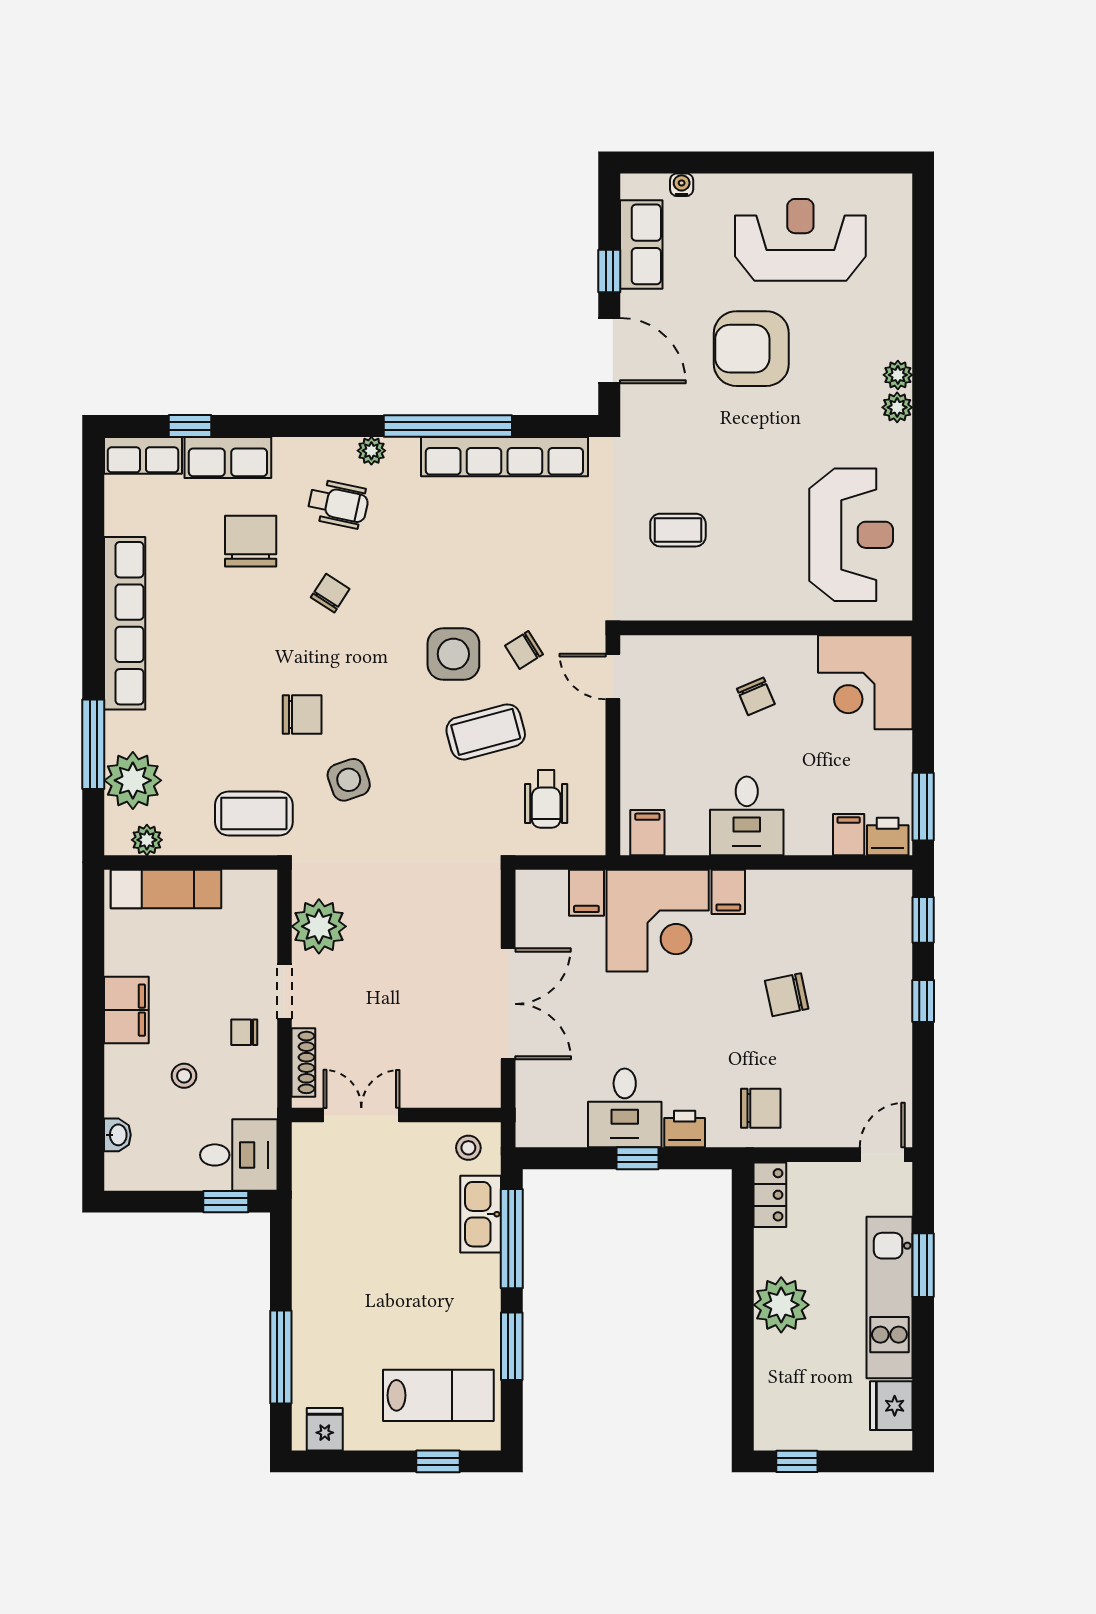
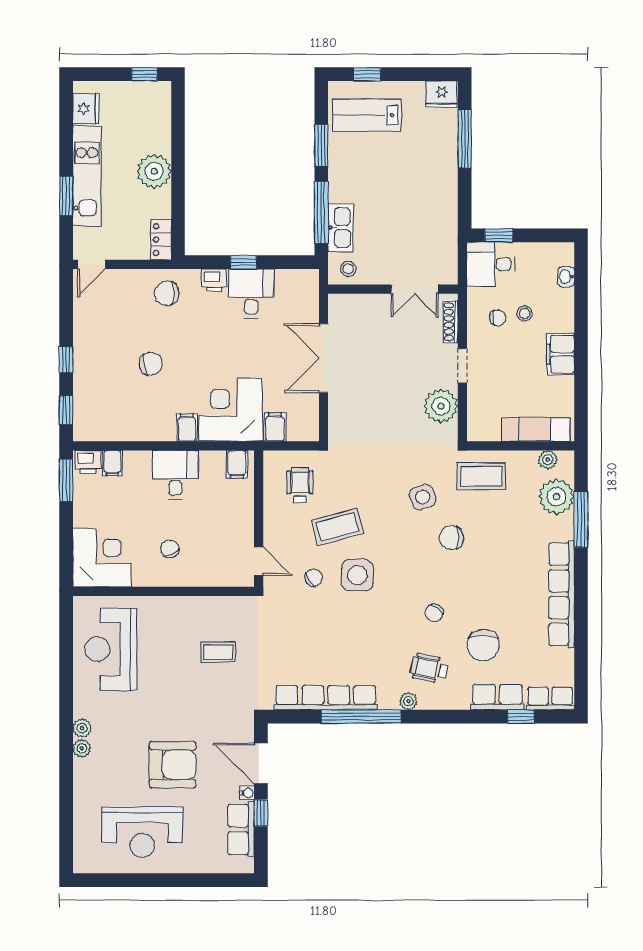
water cooler: (682, 185) -> (247, 793), moved, turned -90
chair: (244, 1032) -> (498, 318), moved
fridge: (325, 1429) -> (442, 94), width x1.38

